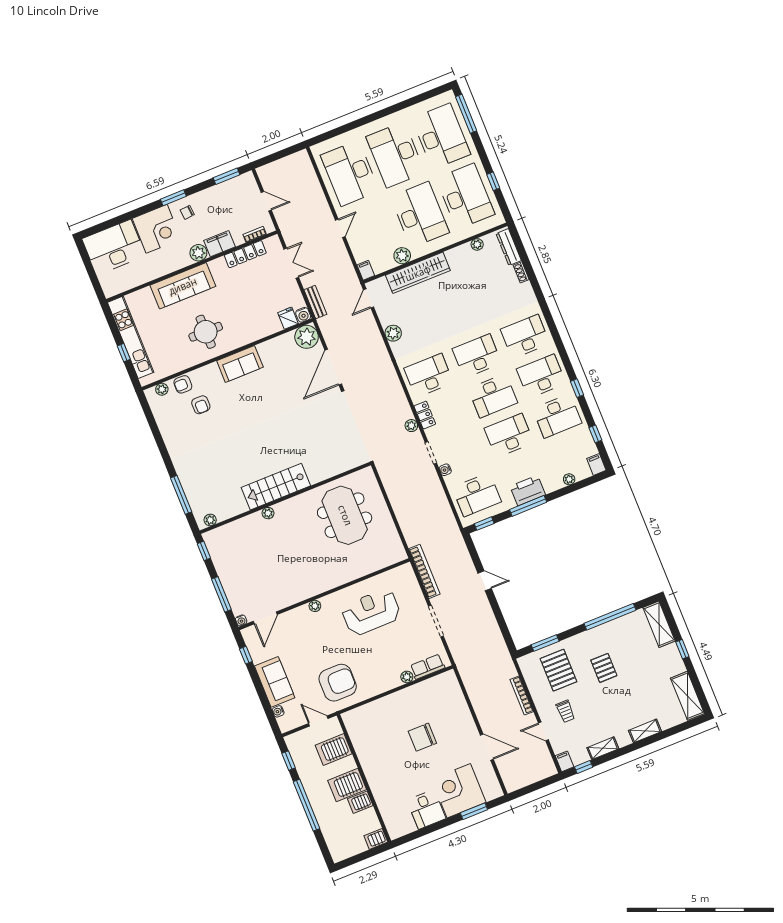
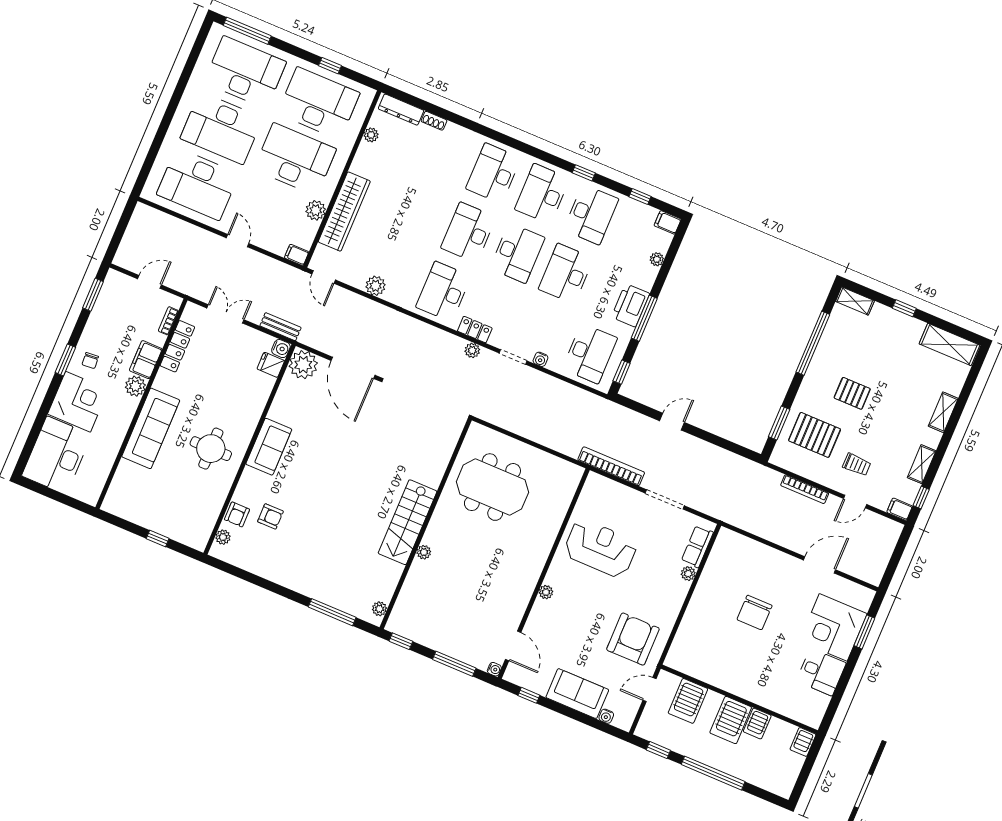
kitchen unit: (131, 337) -> (150, 519), removed
reception desk: (371, 612) -> (600, 548), turned 90
shelving: (659, 624) -> (855, 301), width x0.67, depth x0.75

